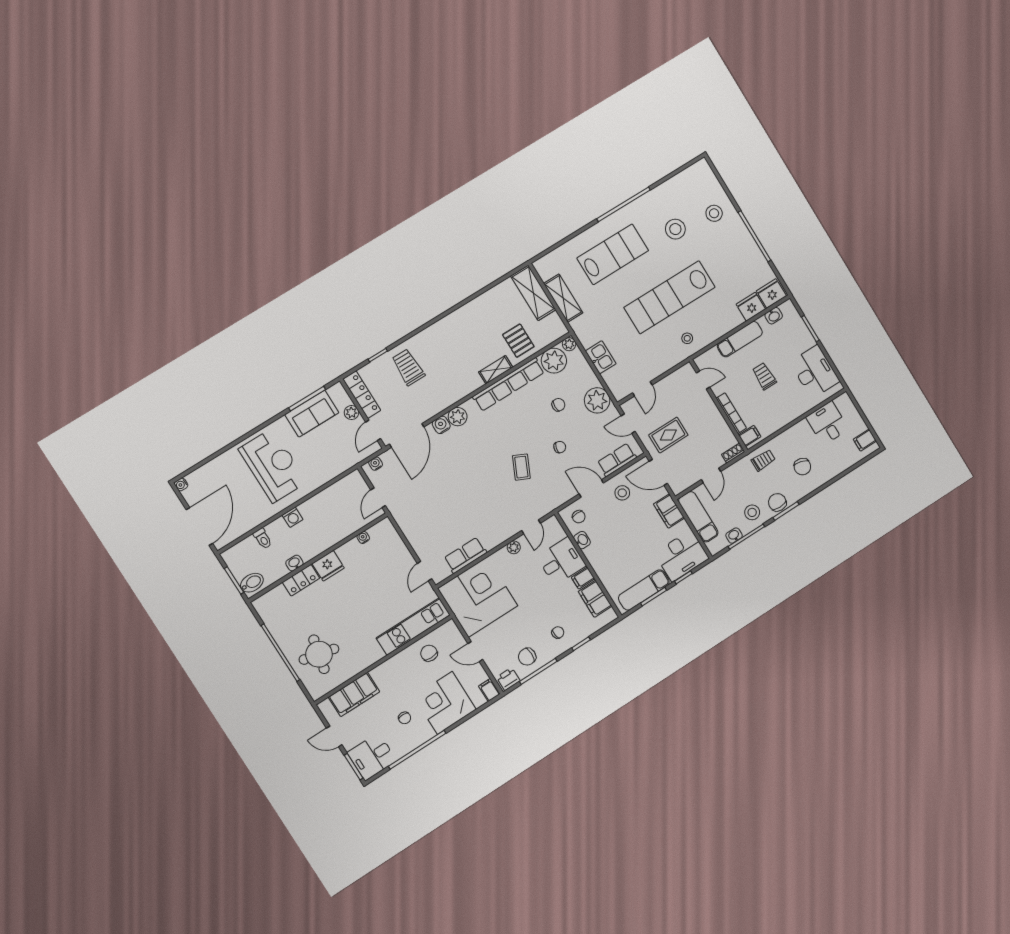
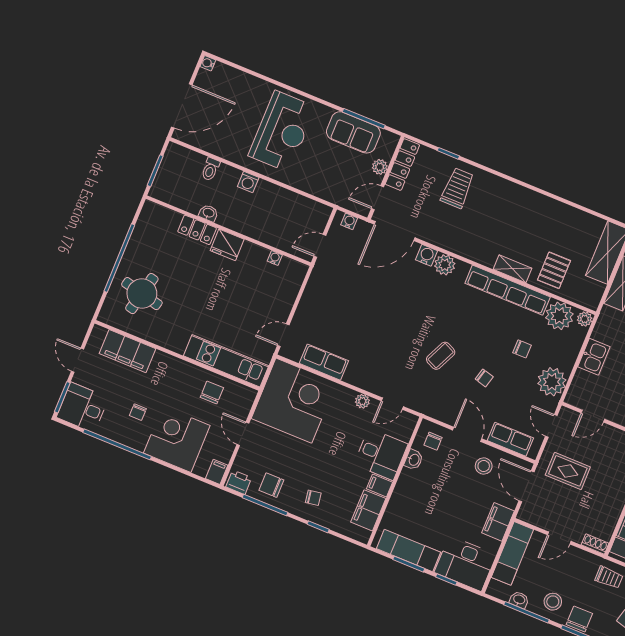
bidet: (252, 583) -> (164, 188), removed

